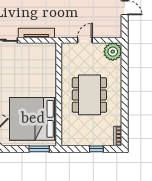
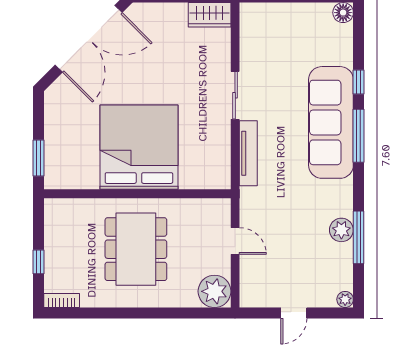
dining table: (89, 95) -> (136, 249), turned 90
bed: (33, 119) -> (139, 147), moved

